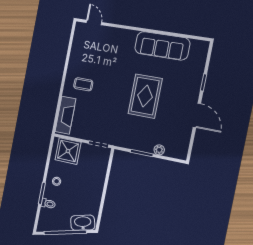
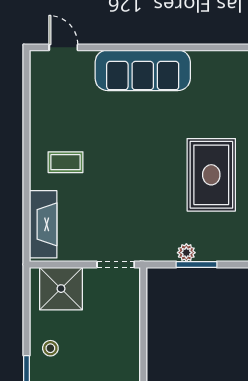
sofa: (162, 46) -> (143, 70), moved
rug: (145, 96) -> (211, 175), moved
plant: (159, 150) -> (186, 253), moved

